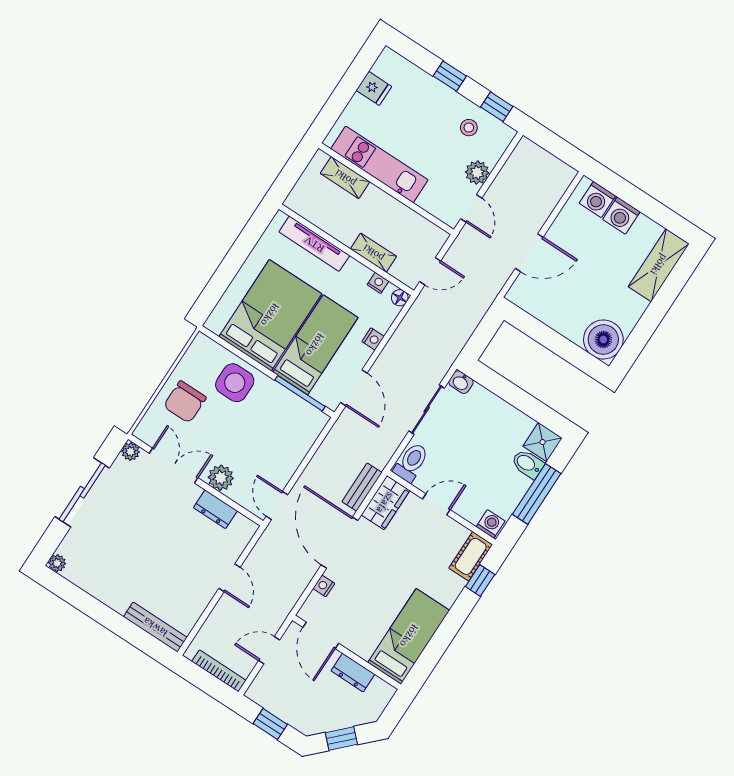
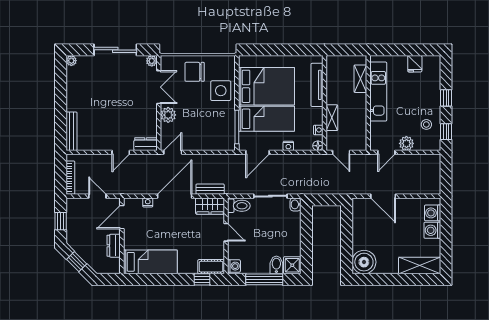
dresser: (215, 509) -> (146, 144), moved, turned 90

